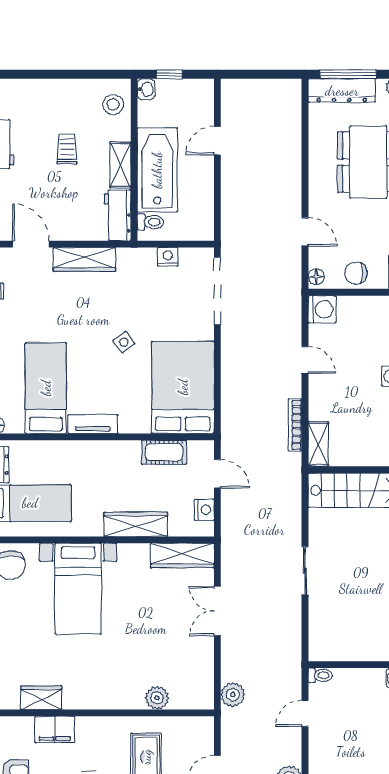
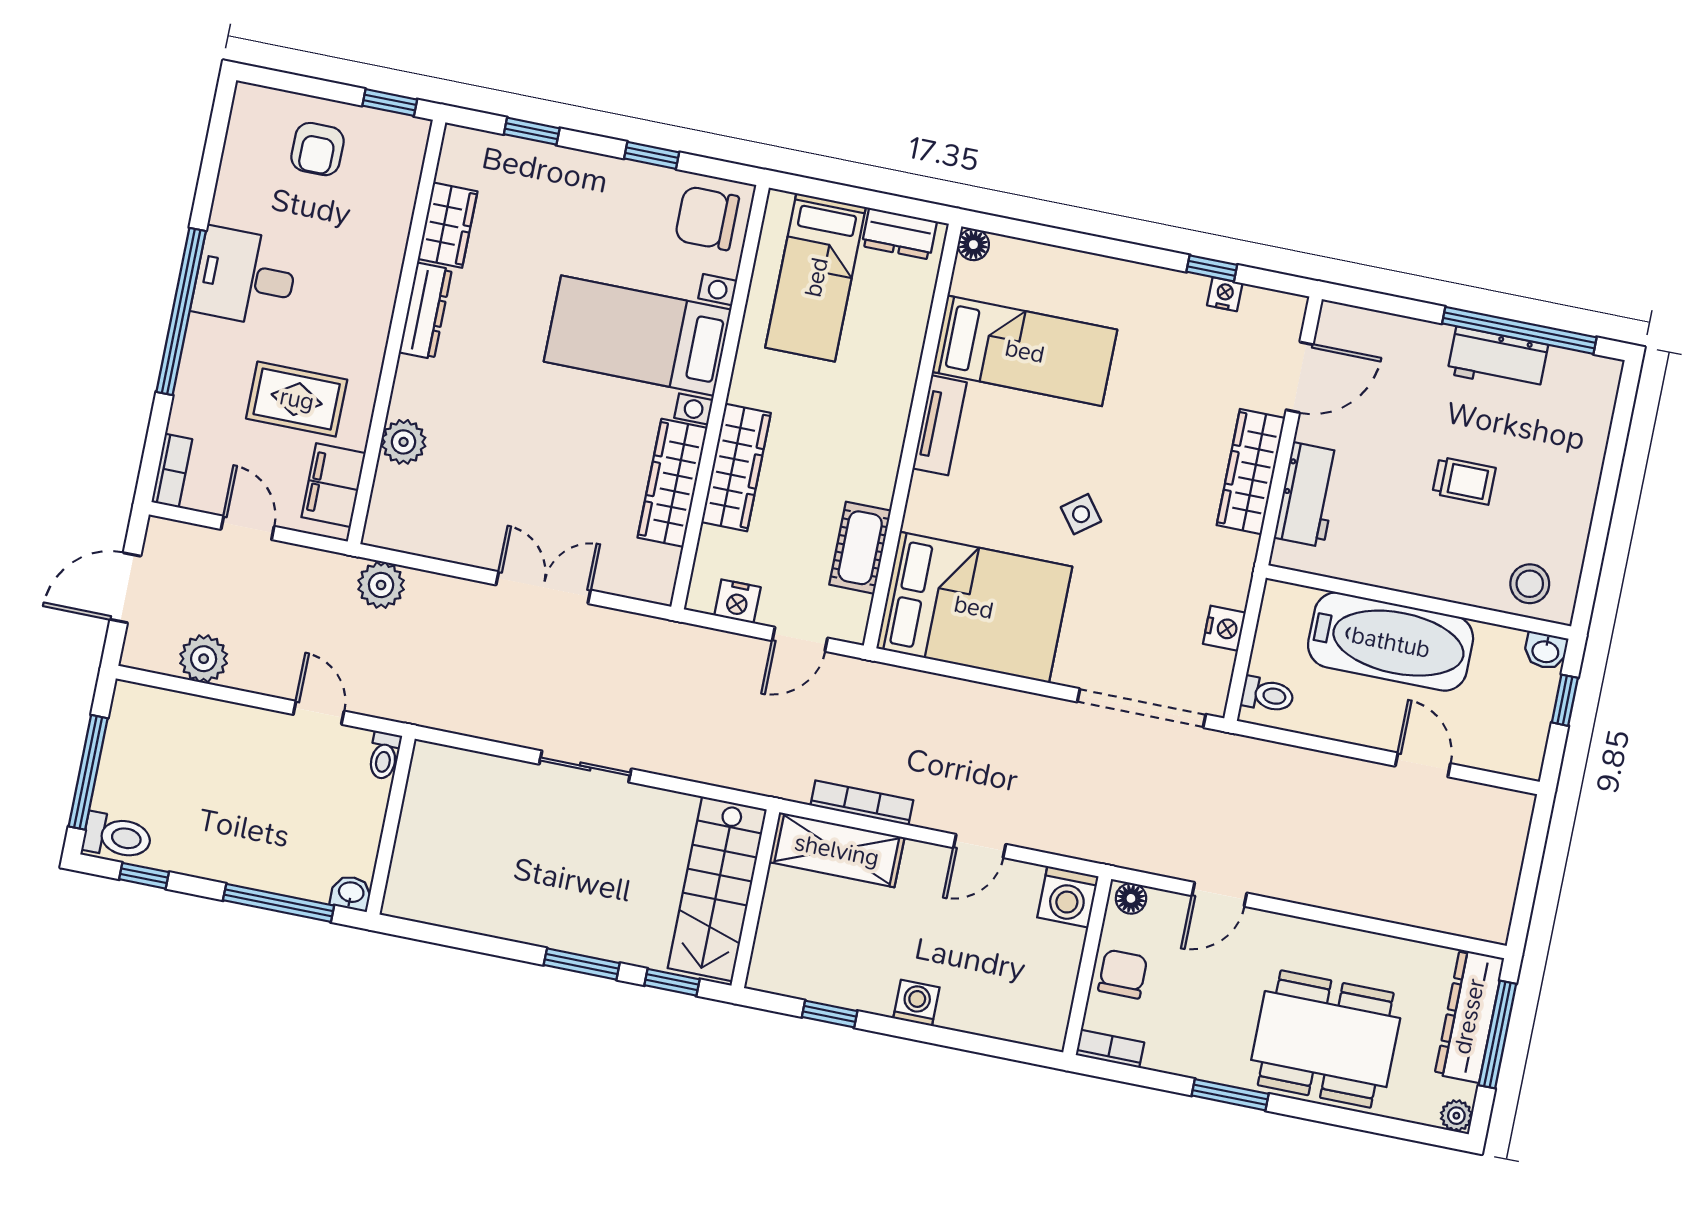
shelving: (120, 165) -> (1414, 575), removed
workbench: (118, 215) -> (1308, 495), moved, turned 90
toilet: (151, 222) -> (1268, 695), moved, turned -90
shelving: (318, 444) -> (837, 850), width x1.50, depth x1.33
wardrobe: (182, 555) -> (672, 483), moved
dresser: (87, 700) -> (425, 311), added
filing cabinet: (55, 729) -> (333, 485), moved

